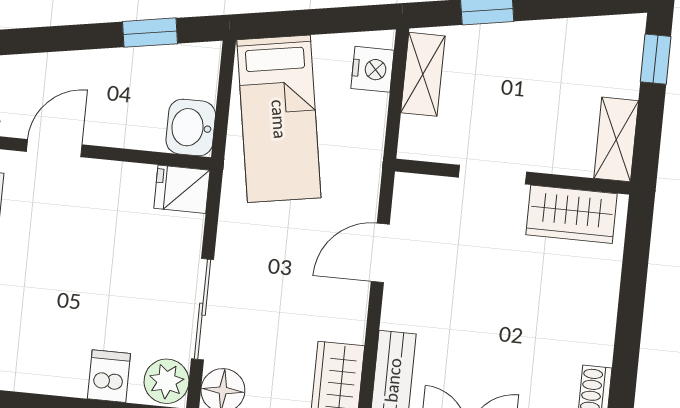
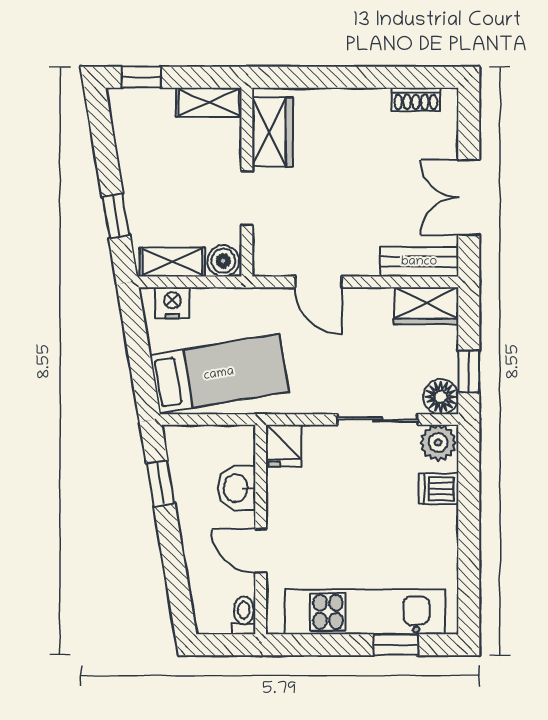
washbasin: (191, 128) -> (237, 488), moved, turned 90
boiler: (418, 138) -> (223, 261), added

